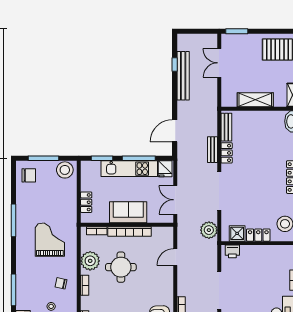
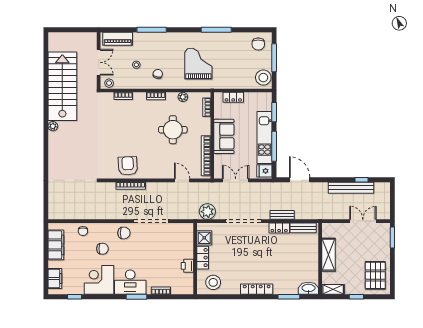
bookcase: (130, 232) -> (206, 156), moved
grand piano: (50, 240) -> (198, 64), turned -90
printer: (232, 251) -> (187, 266), moved
plant: (90, 261) -> (183, 97), width x0.53, depth x0.53

